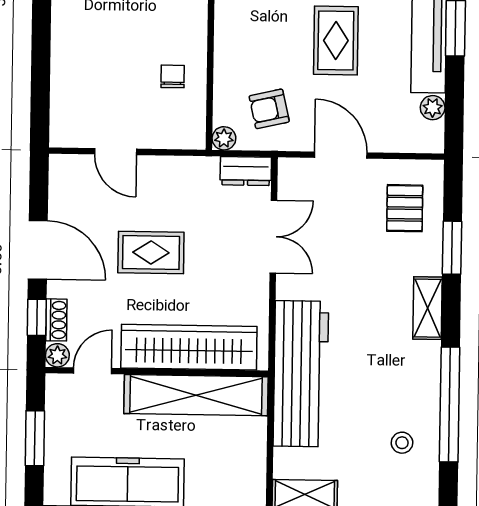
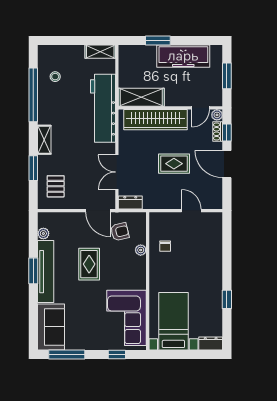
plant: (224, 138) -> (141, 250), moved
door: (341, 155) -> (98, 211), moved
shelving: (196, 395) -> (141, 97), width x0.68

